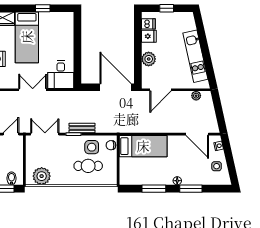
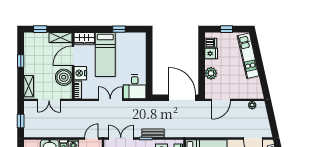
kitchen unit: (195, 56) -> (248, 56), moved

